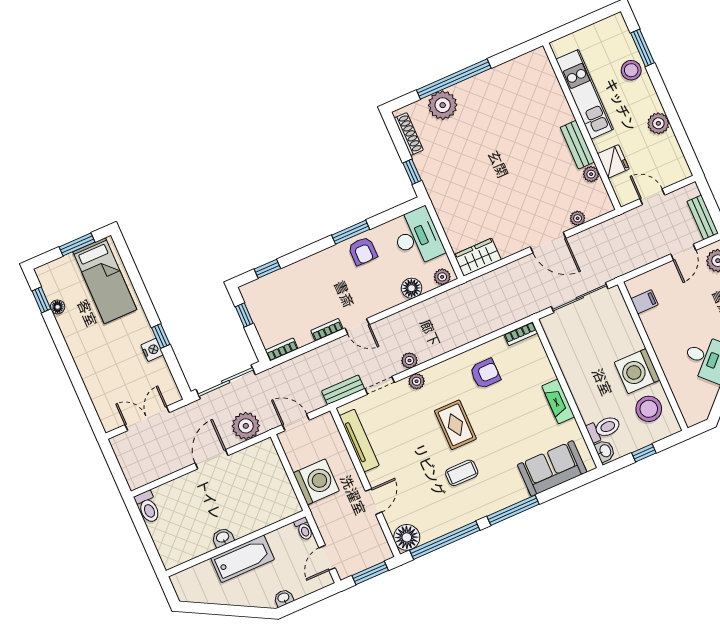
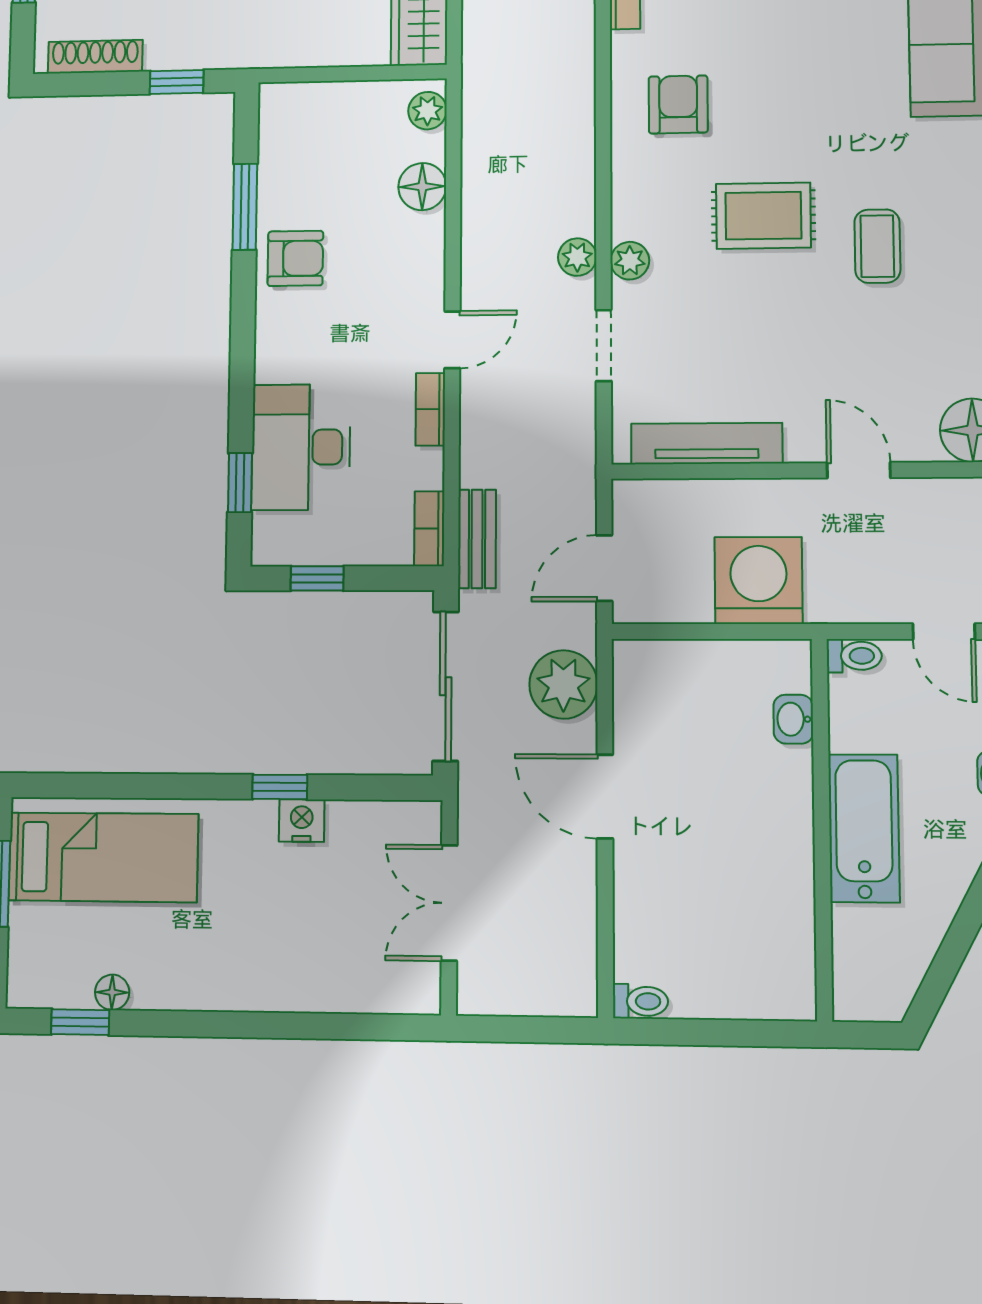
window: (351, 232) -> (245, 207), moved
desk: (417, 237) -> (301, 447), moved, turned -90
bench: (343, 390) -> (477, 539), moved
toilet: (148, 507) -> (640, 1001), width x0.73, depth x0.72
washbasin: (223, 537) -> (793, 719), moved

